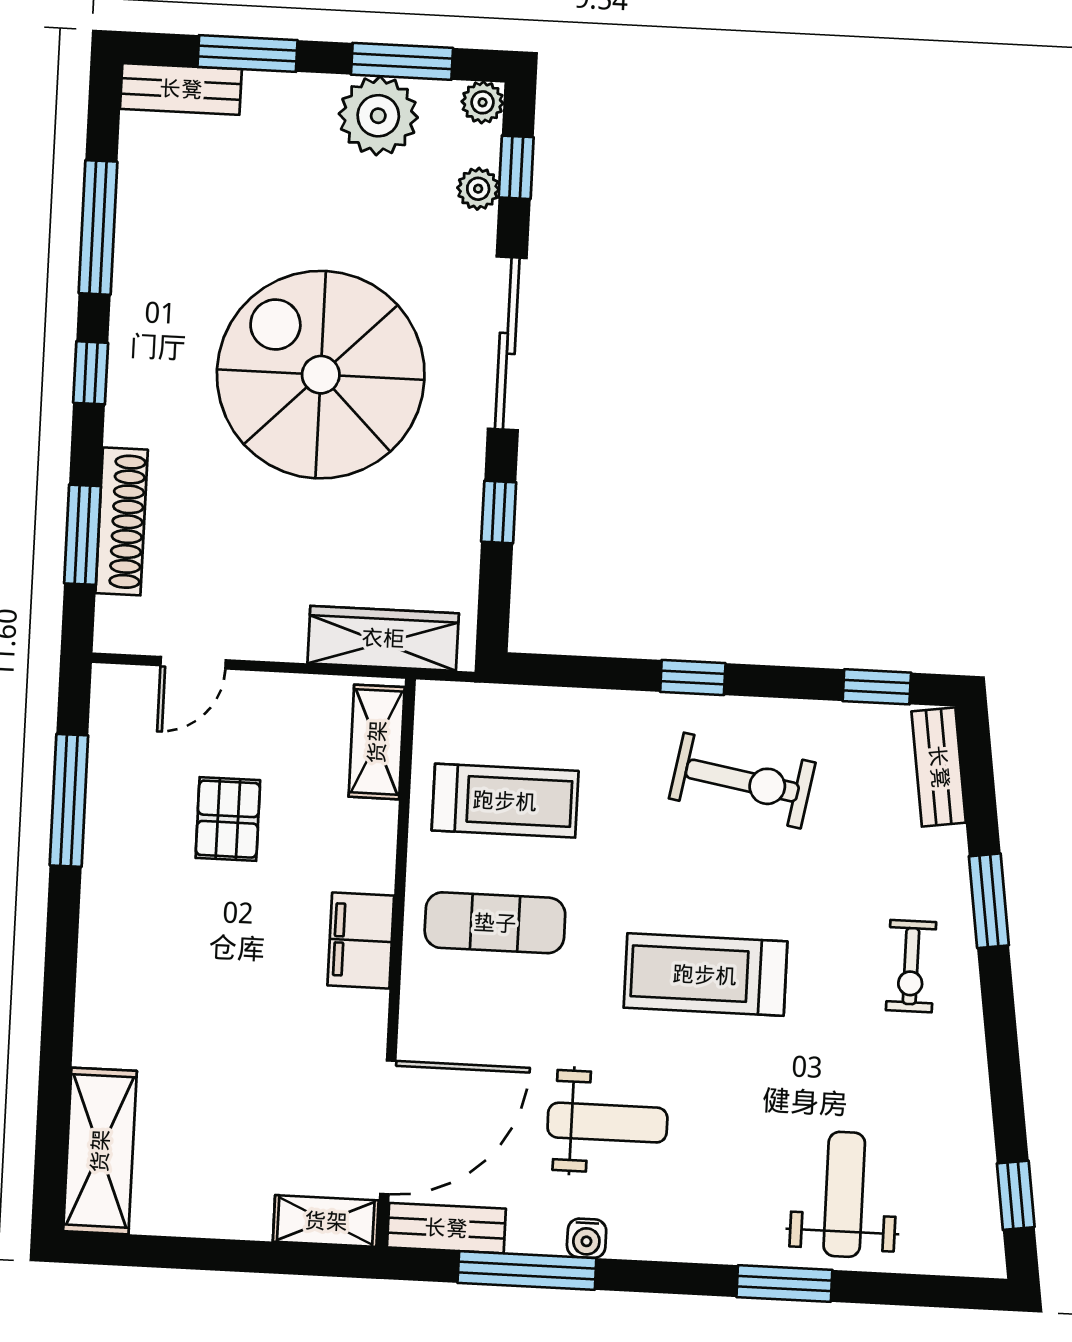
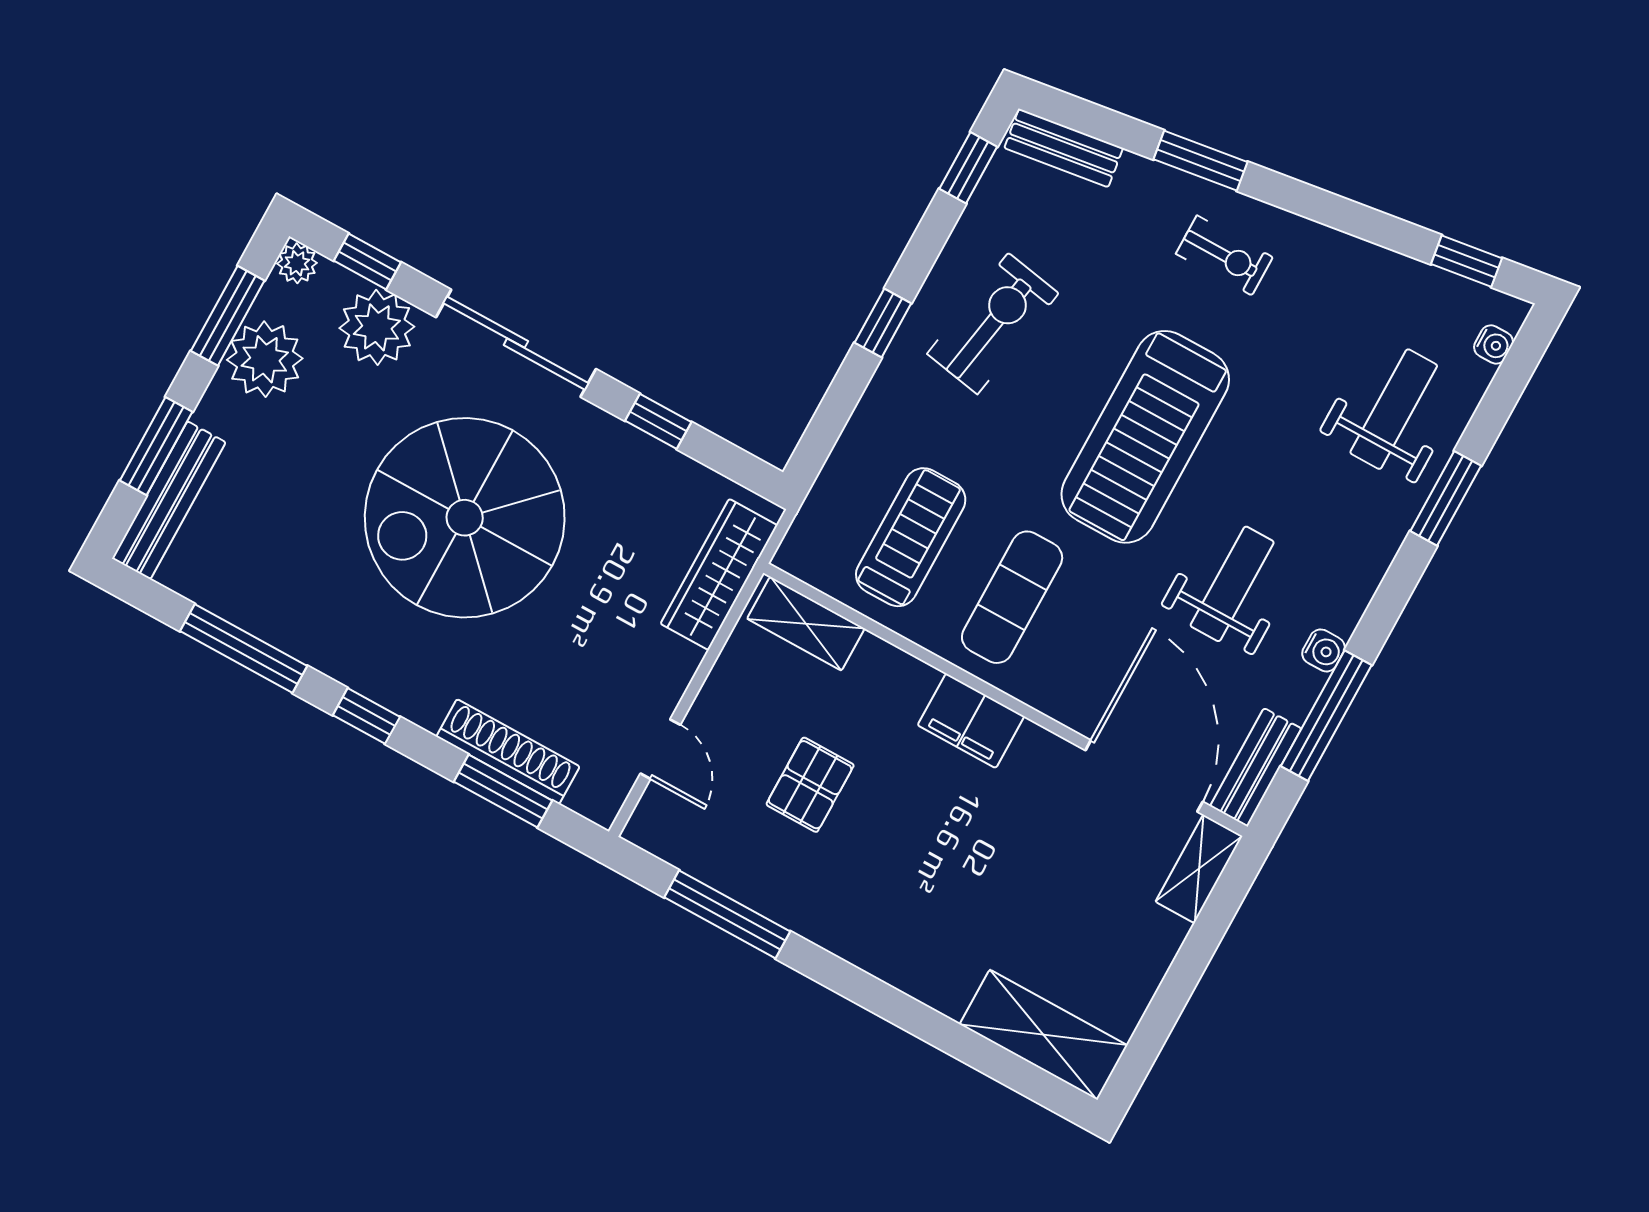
bench: (181, 89) -> (169, 500), width x1.36
plant: (478, 189) -> (377, 327), width x1.88, depth x1.88
pallet: (228, 819) -> (810, 785), turned 90
treadmill: (705, 975) -> (1145, 437), width x1.37, depth x1.38
weight bench: (844, 1194) -> (1394, 409), turned 90
water cooler: (950, 1258) -> (1494, 344), added

